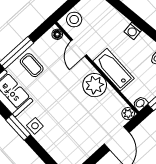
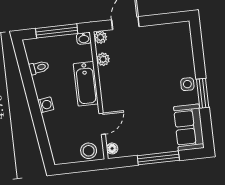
coffee table: (32, 65) -> (153, 138), removed
plant: (95, 85) -> (103, 59), moved, width x0.53, depth x0.53

